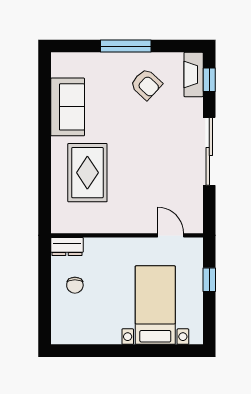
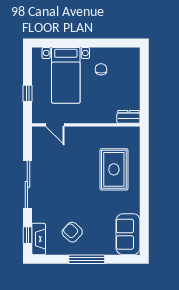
sofa: (68, 107) -> (128, 234), moved
chair: (75, 285) -> (101, 69), moved

